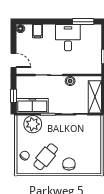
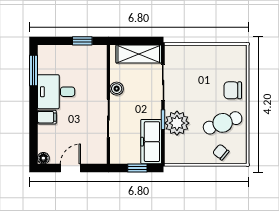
filing cabinet: (37, 31) -> (47, 117), moved
door: (13, 60) -> (70, 168), moved
plant: (33, 124) -> (177, 123), moved
cafe table: (46, 157) -> (223, 123), turned -59

